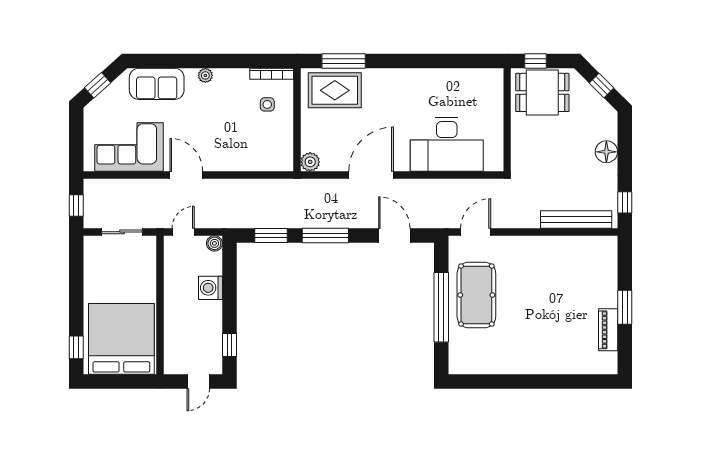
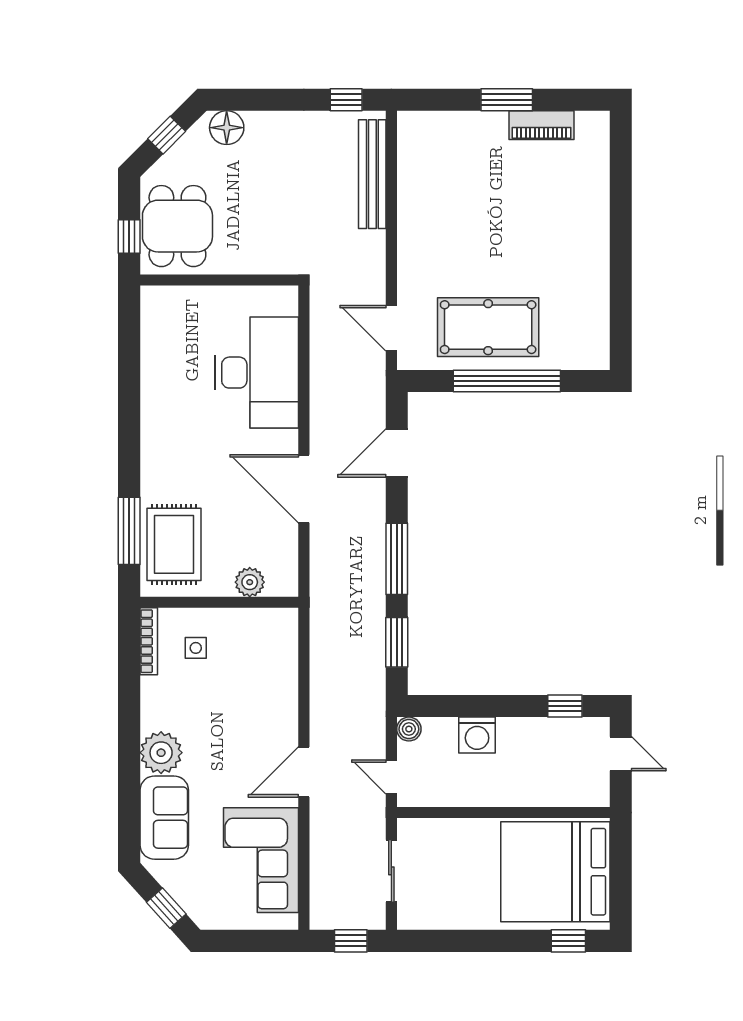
plant: (205, 75) -> (161, 753), width x1.88, depth x1.88
floor lamp: (606, 152) -> (227, 128), moved
plant: (310, 162) -> (250, 582), moved

